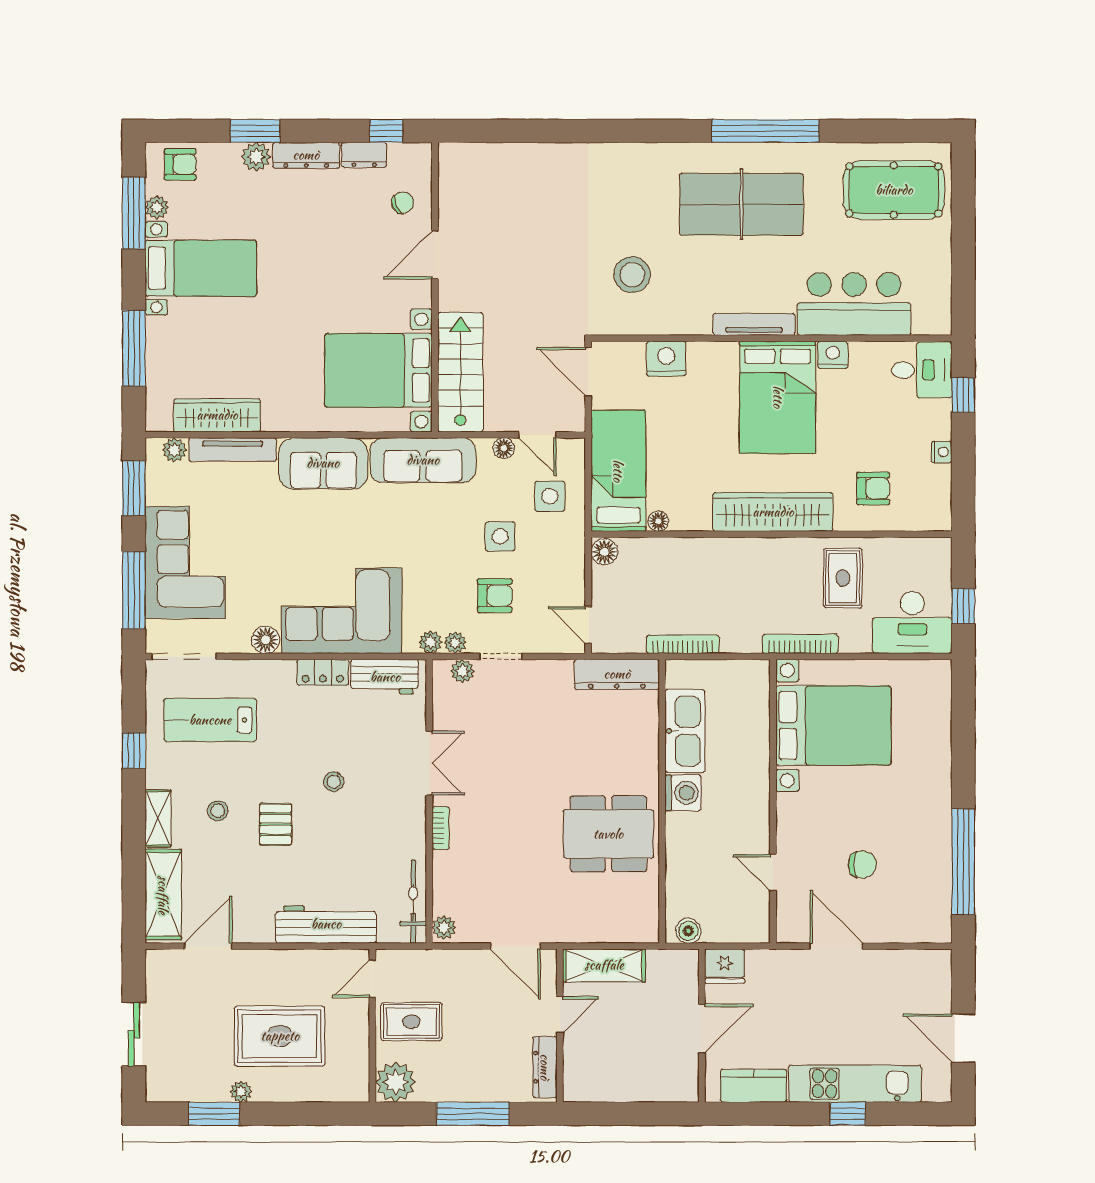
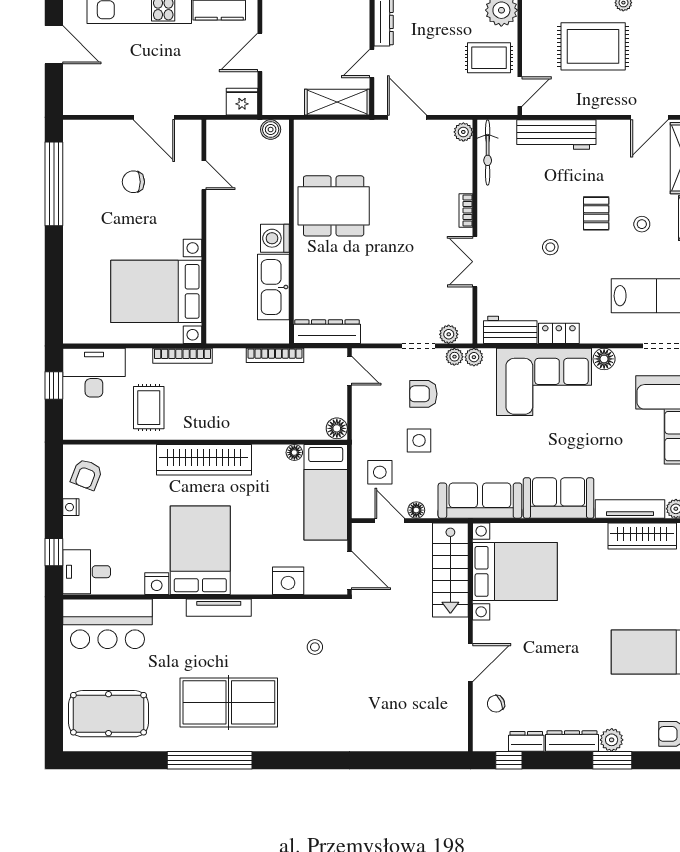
stool: (632, 275) -> (315, 647), width x0.53, depth x0.53
bar counter: (854, 304) -> (107, 624), moved
armchair: (873, 488) -> (87, 474), moved, turned -69

